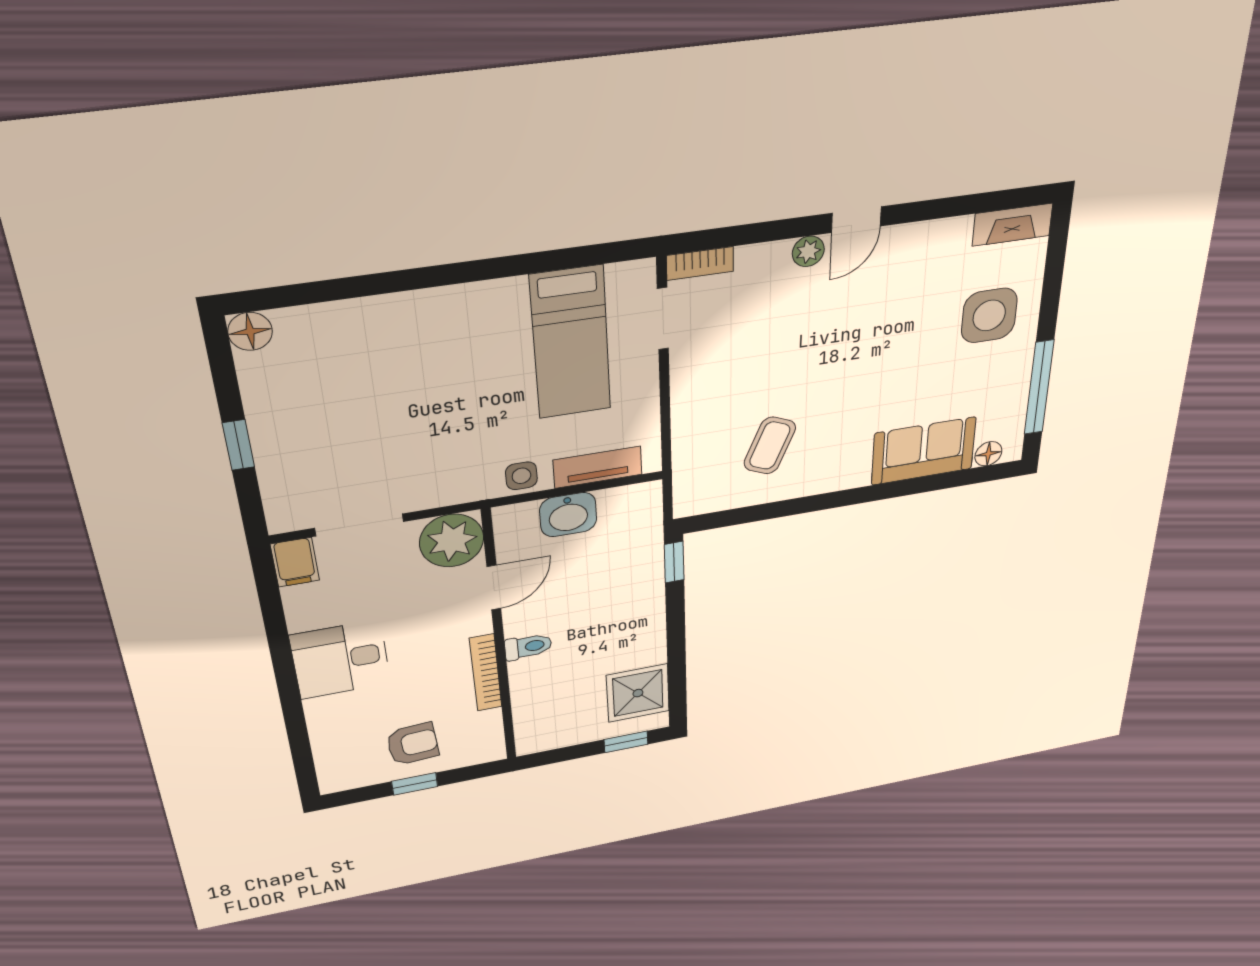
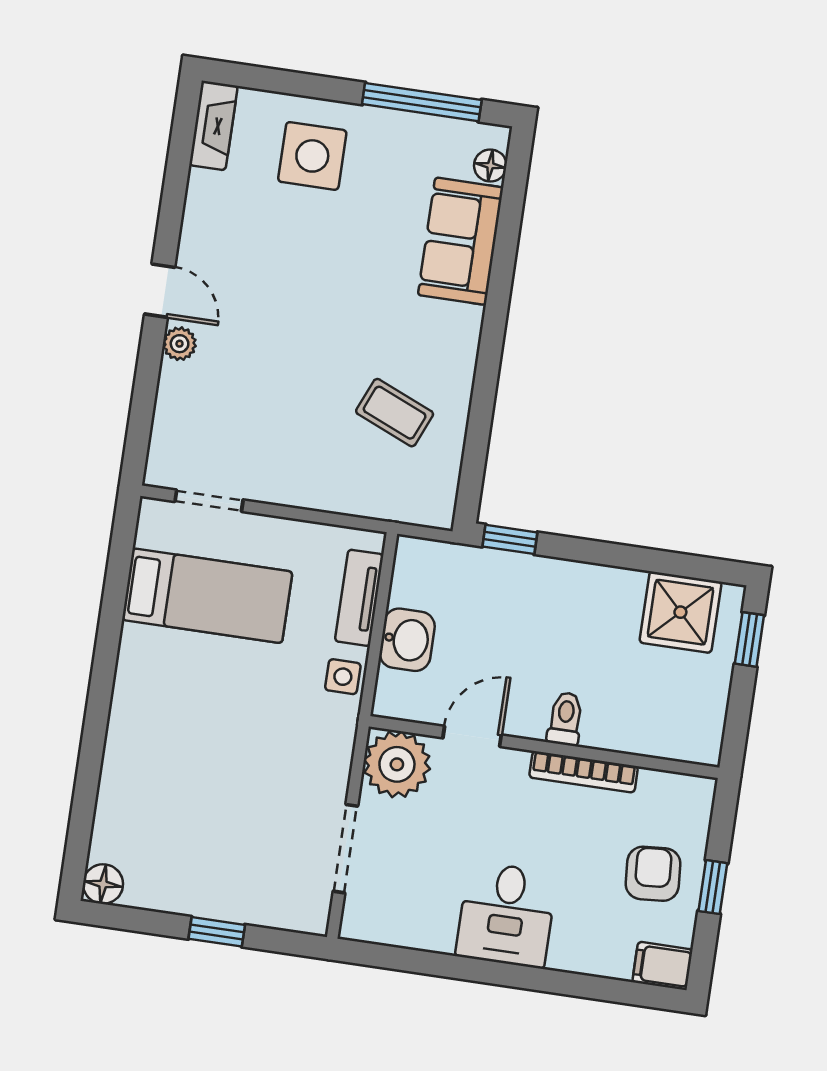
bookcase: (700, 263) -> (160, 454), removed
filing cabinet: (295, 562) -> (662, 966), moved, turned 180
door: (494, 588) -> (472, 736), hinge flipped

